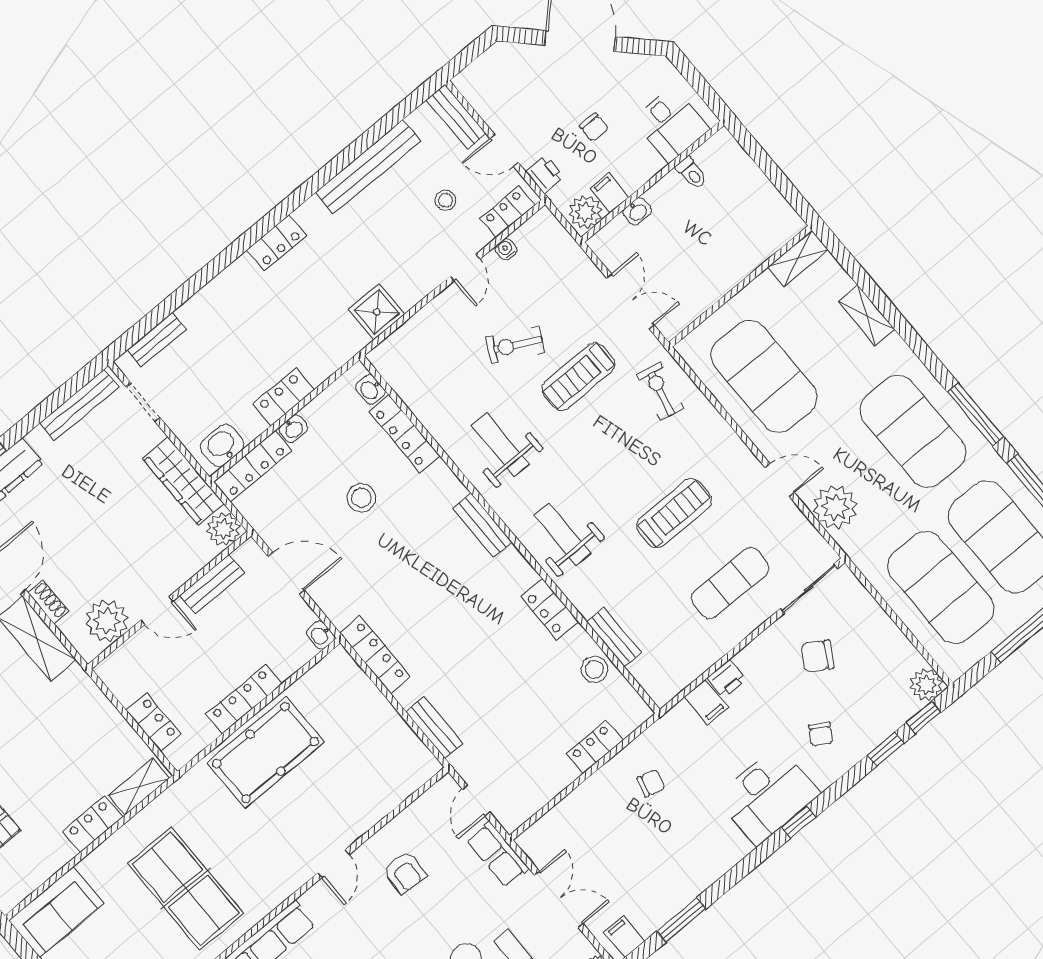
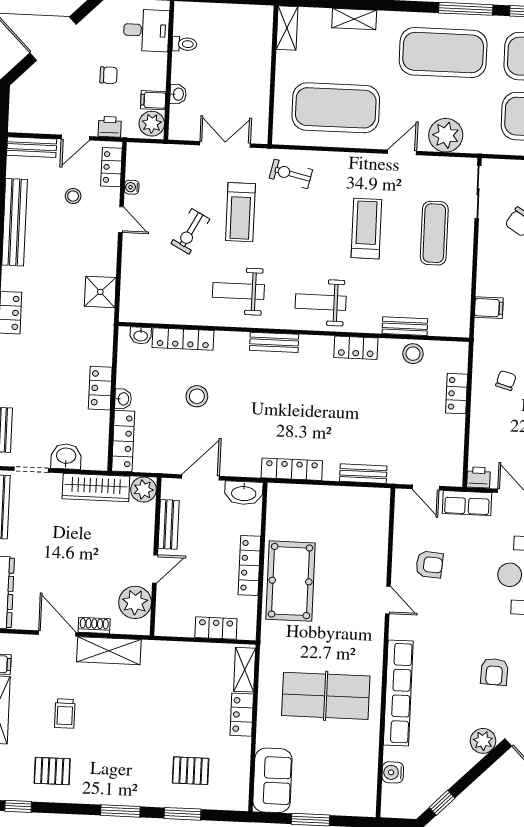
washbasin: (222, 445) -> (66, 456), moved, turned 90
washbasin: (320, 635) -> (244, 493), width x1.91, depth x1.45
printer: (727, 679) -> (478, 477), moved, turned -90

